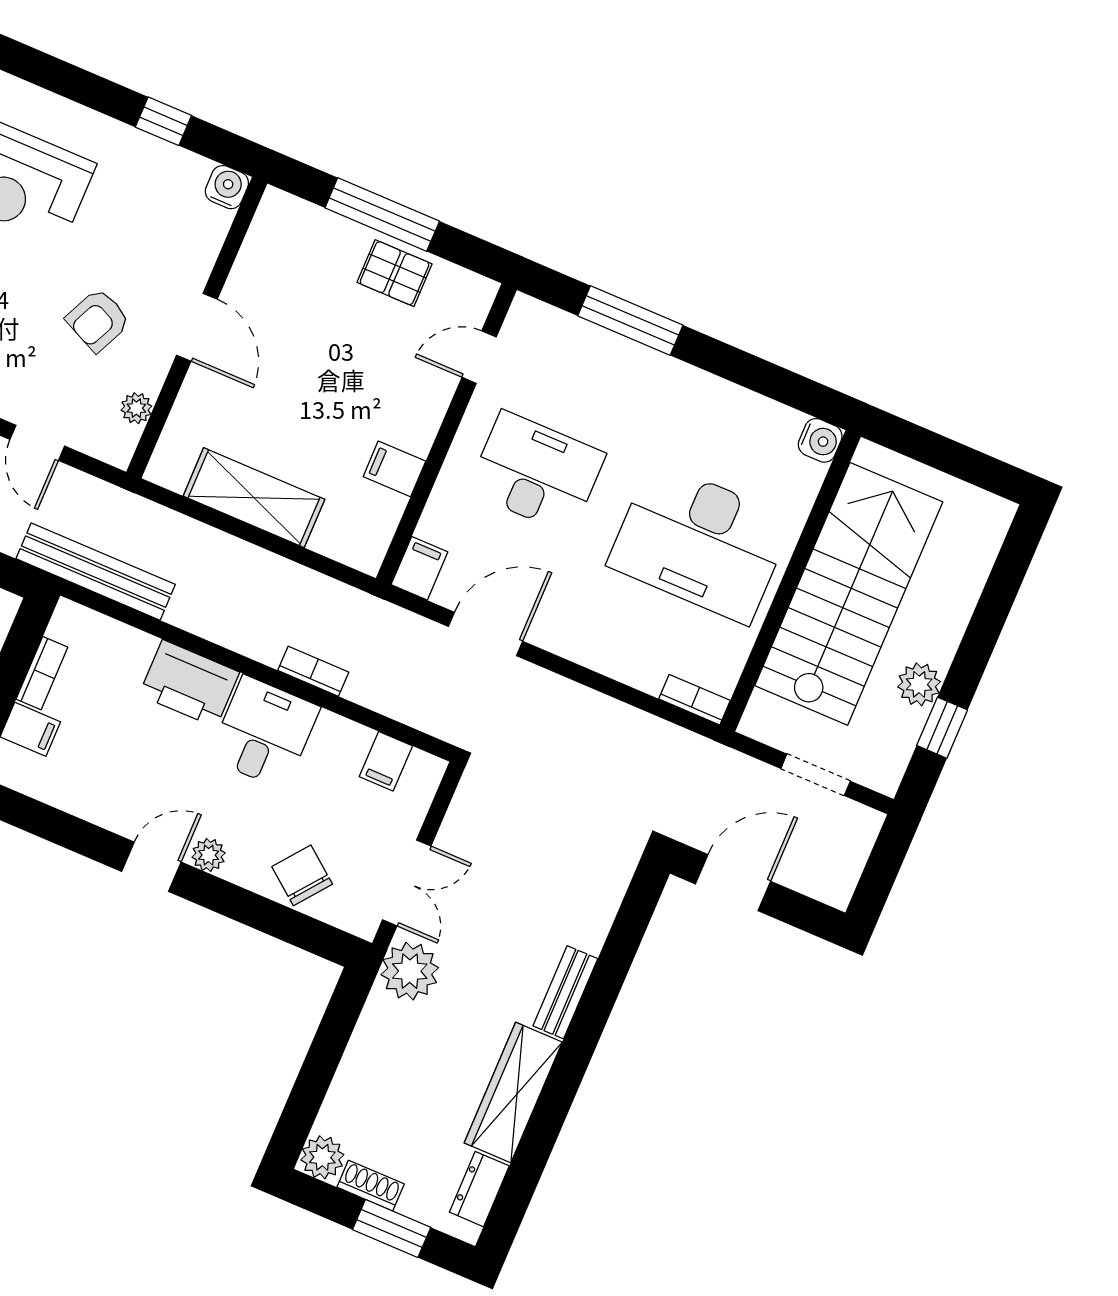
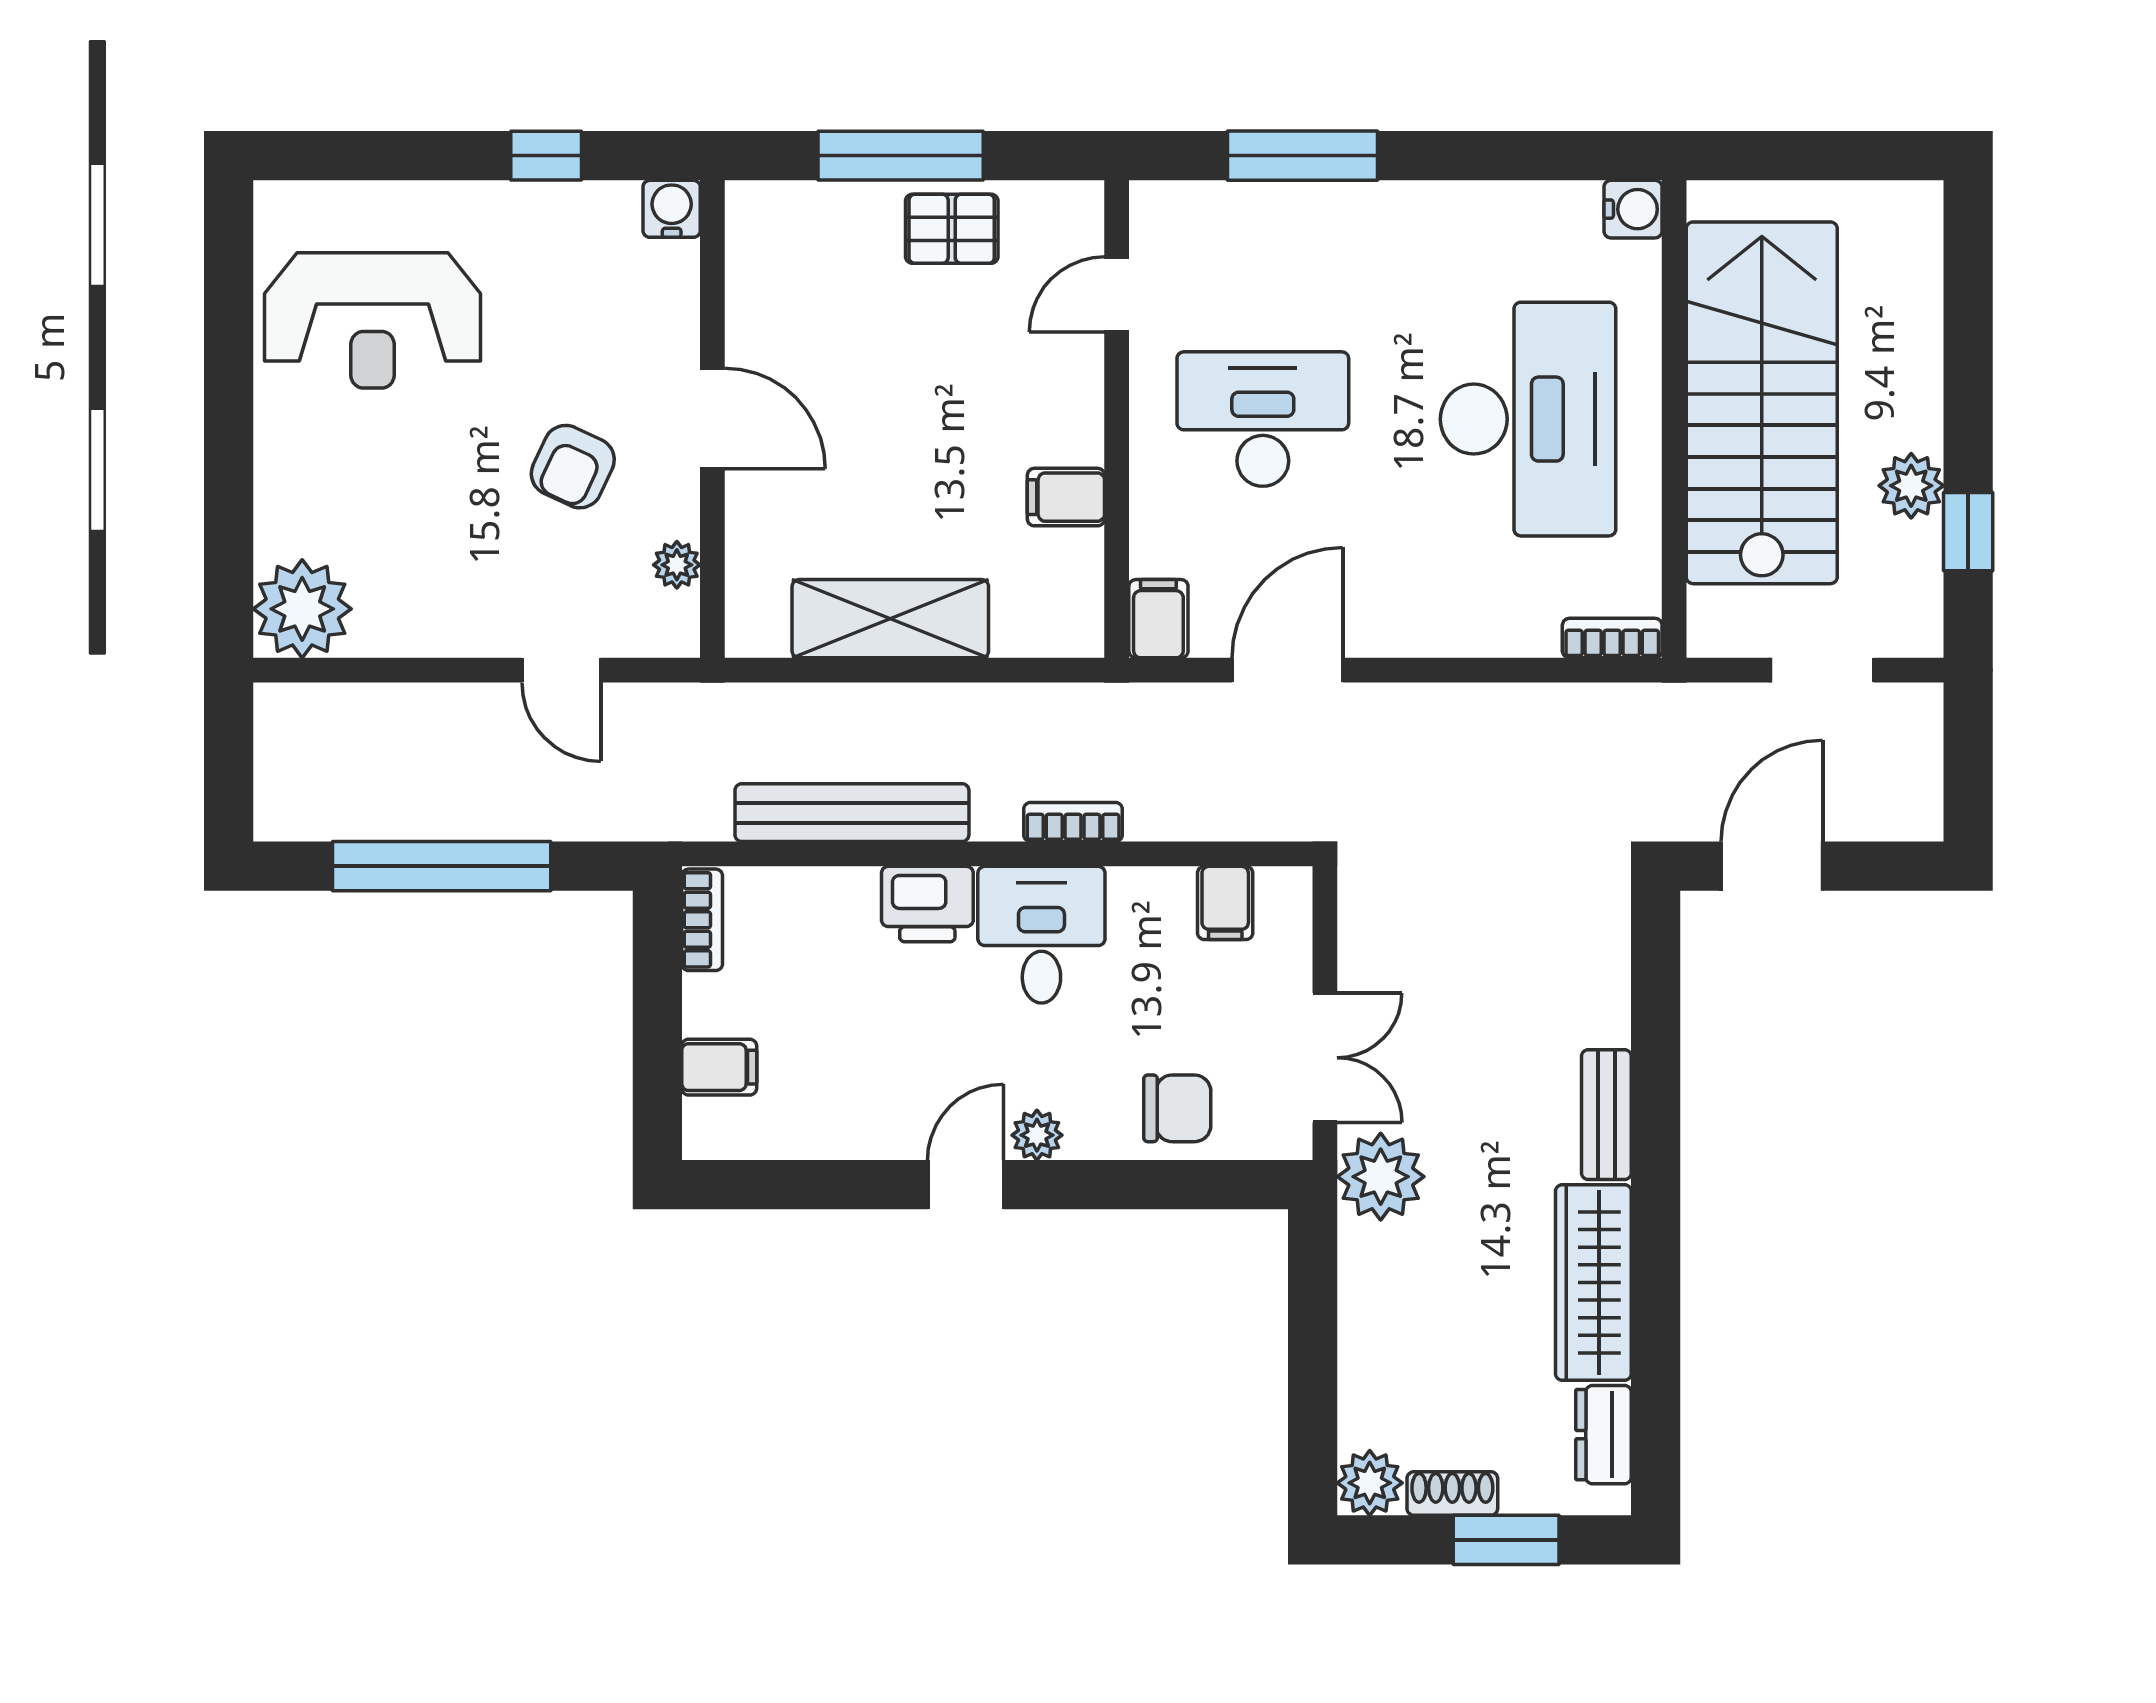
desk: (700, 542) -> (1528, 419), turned -90
bench: (96, 572) -> (852, 813), moved
bookcase: (42, 673) -> (702, 920), moved
printer: (189, 684) -> (927, 904), width x0.73, depth x0.84
chair: (302, 875) -> (1177, 1108), turned 142

